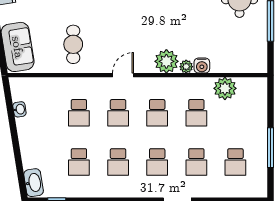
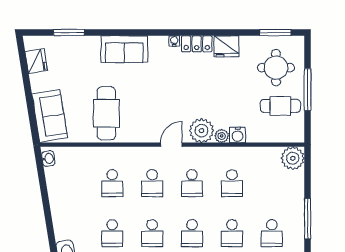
cafe table: (244, 37) -> (280, 106), added
cafe table: (73, 44) -> (106, 113), width x1.37, depth x1.35
door: (123, 75) -> (171, 145), moved
plant: (225, 88) -> (293, 158), moved
washbasin: (19, 109) -> (48, 159), moved

